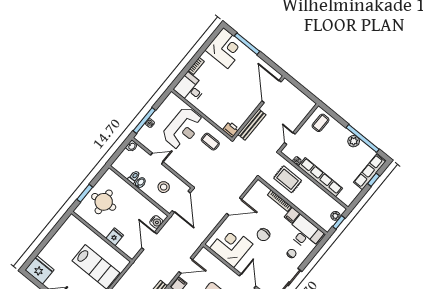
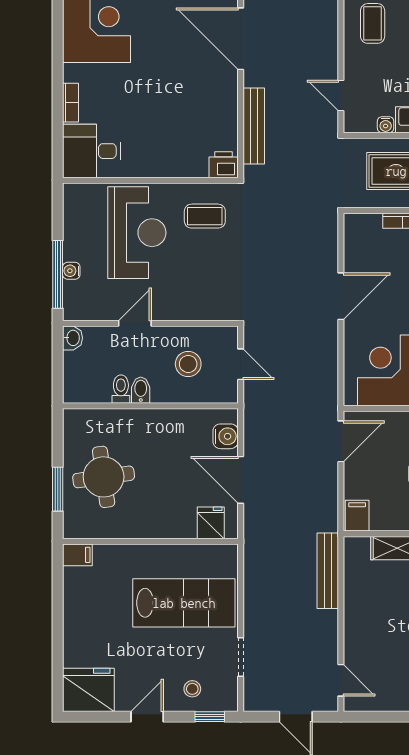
door: (181, 202) -> (241, 364), width x0.53
filing cabinet: (73, 221) -> (77, 555), added
fridge: (115, 237) -> (211, 523), moved
door: (186, 266) -> (341, 441), moved

